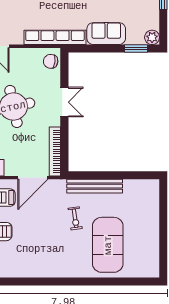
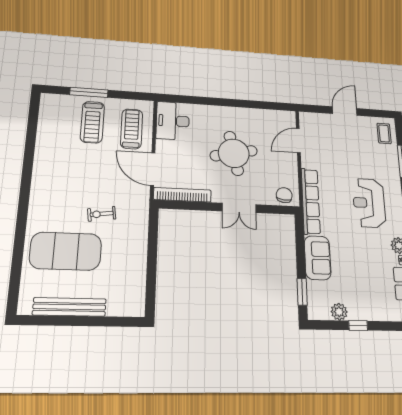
plant: (152, 37) -> (339, 312), moved
bench: (95, 186) -> (70, 307), moved, turned 90

